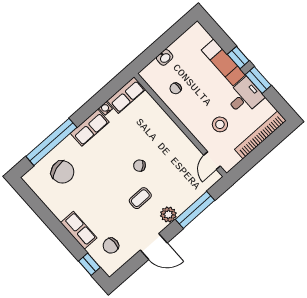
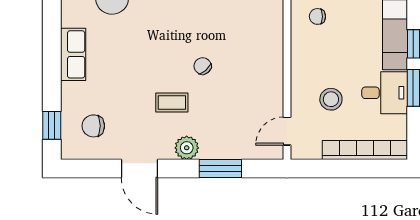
window: (195, 210) -> (220, 169), width x0.69
row of seats: (79, 230) -> (73, 54), moved

